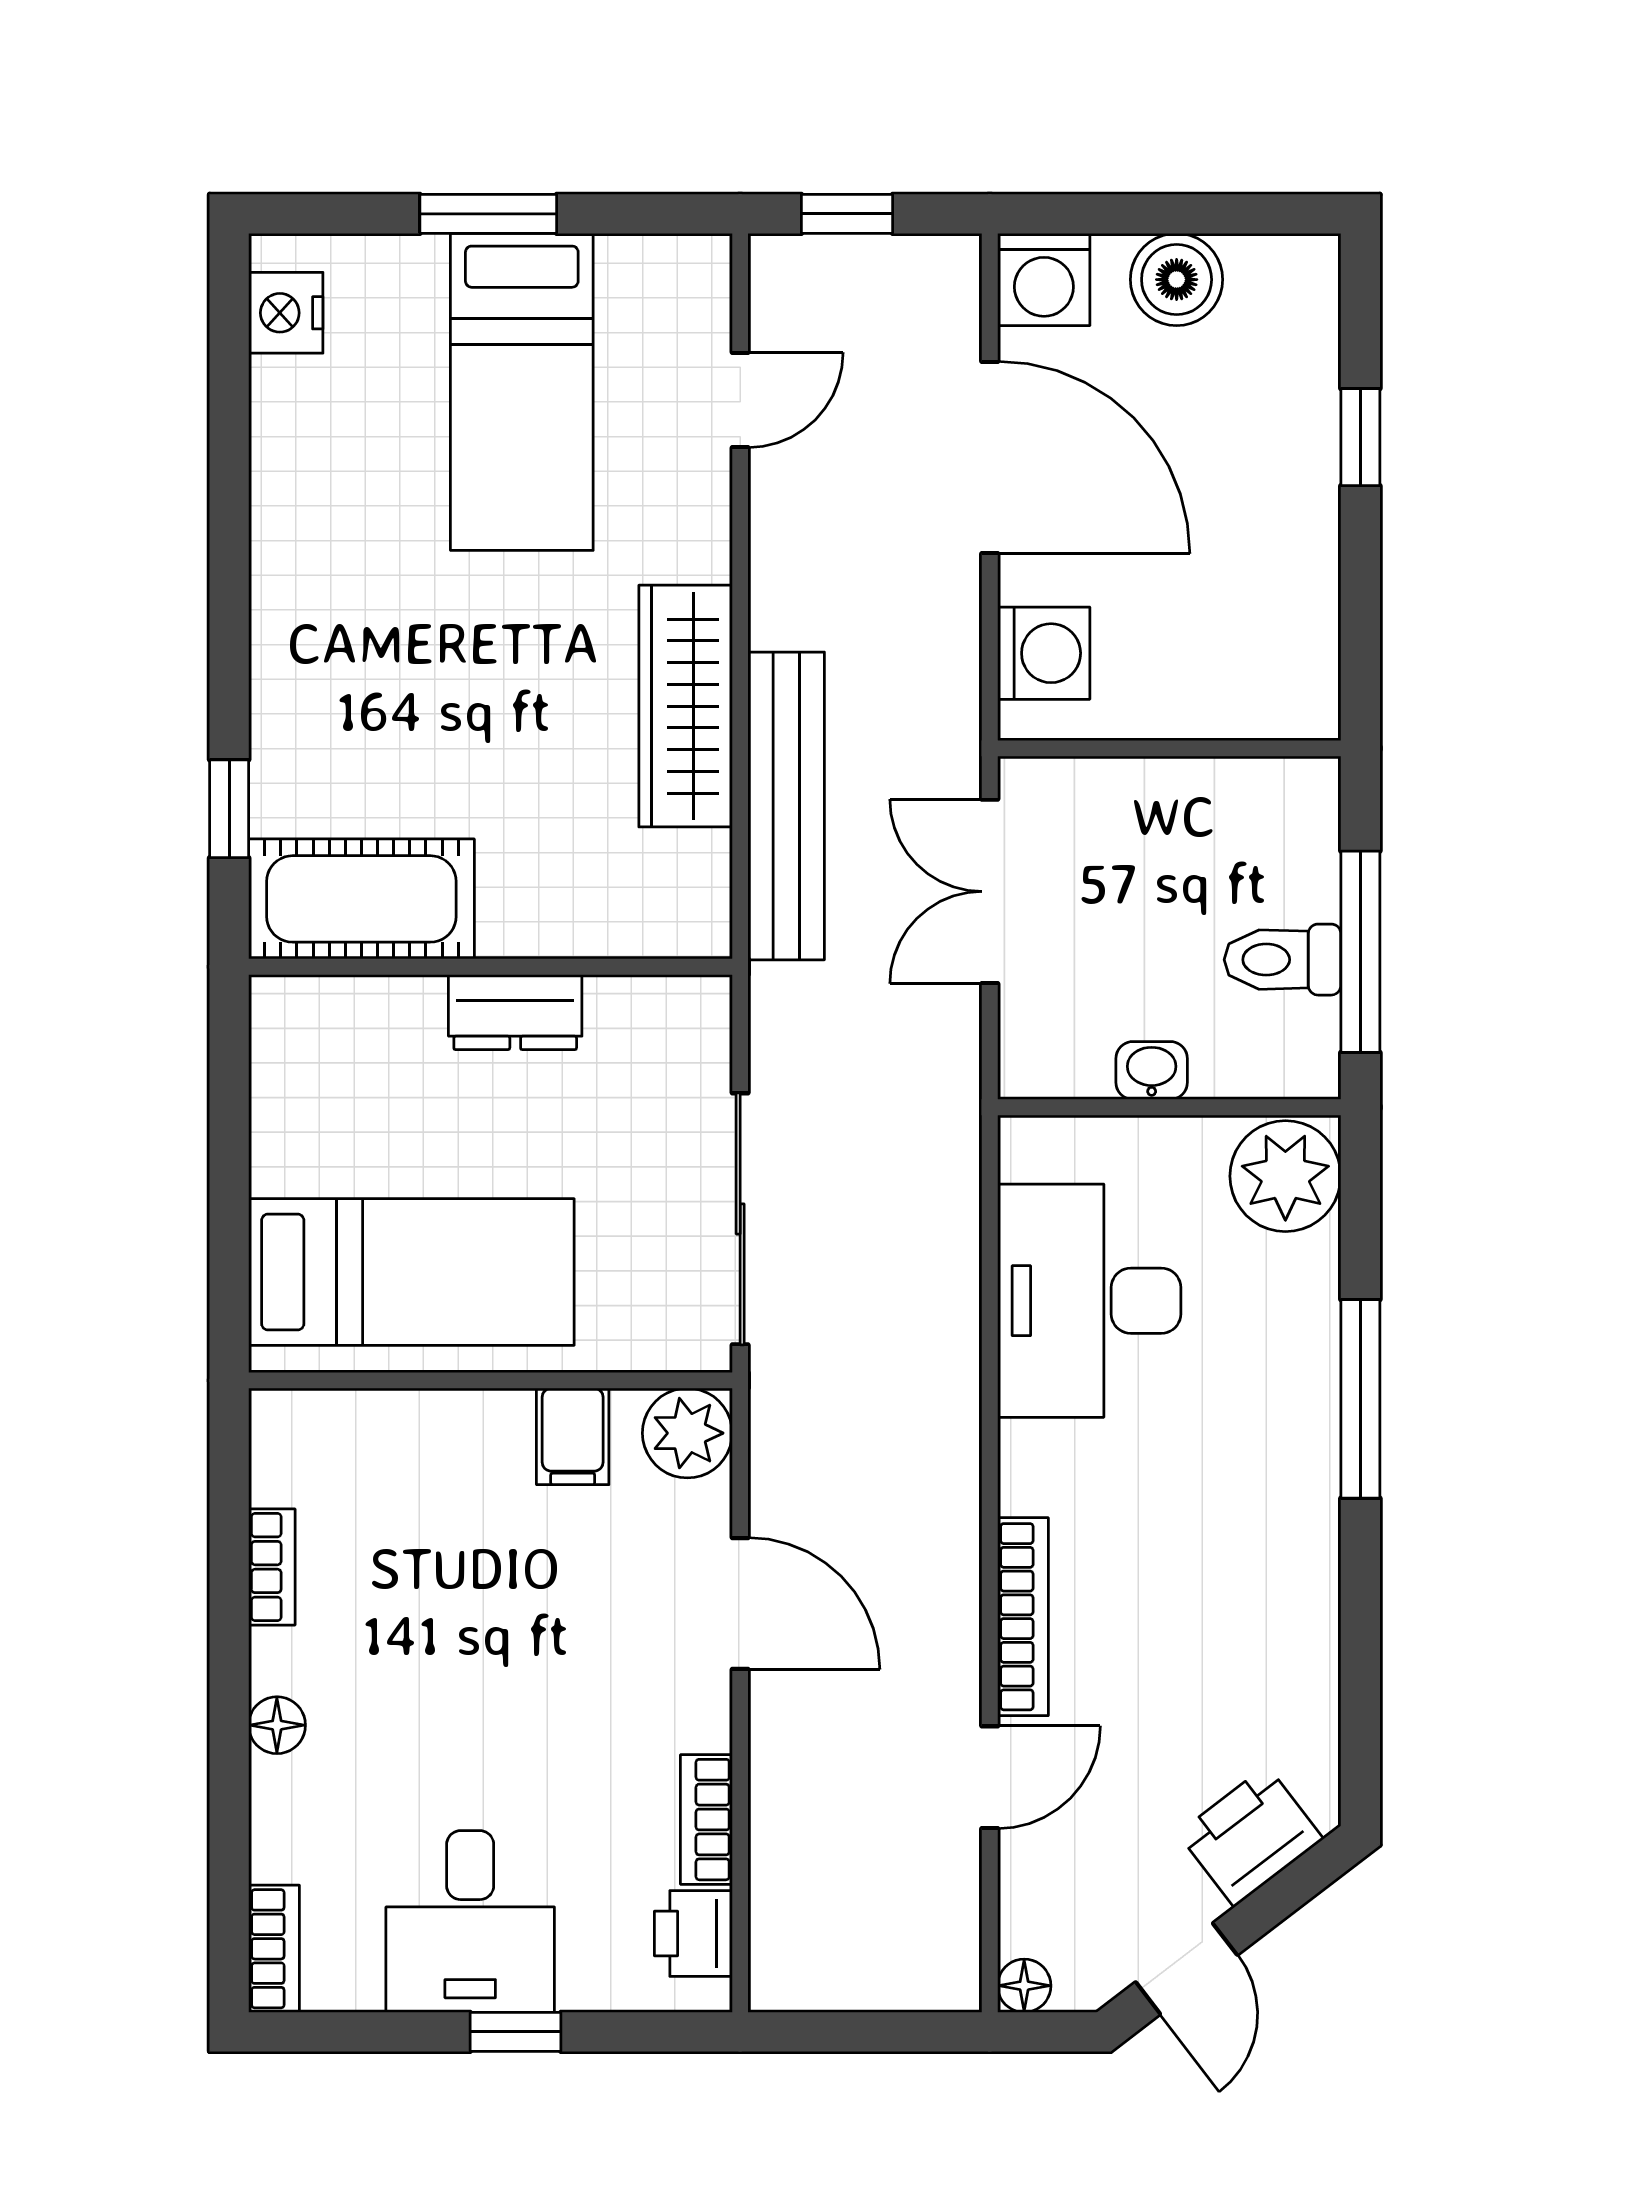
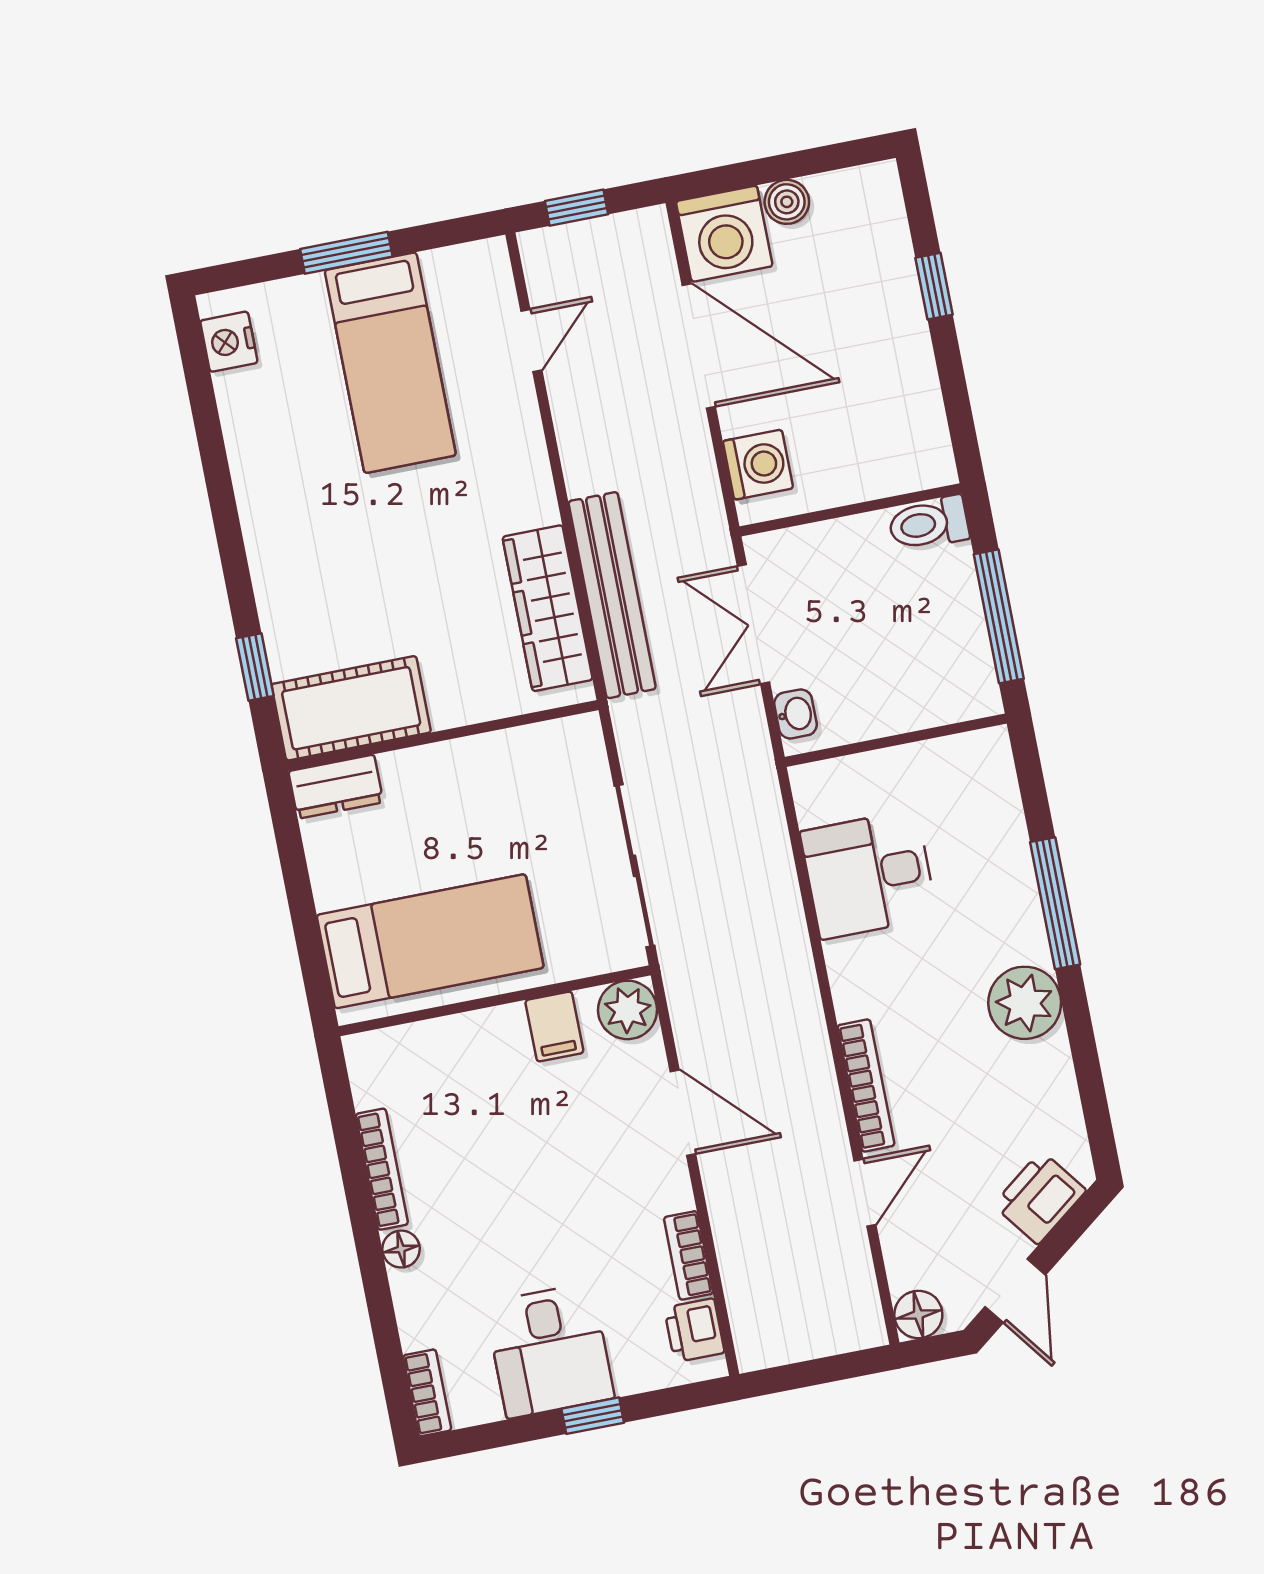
washing machine: (1044, 279) -> (724, 234), width x1.37, depth x1.37
boiler: (1177, 280) -> (787, 202), width x0.73, depth x0.73
wardrobe: (686, 706) -> (548, 608), moved
toilet: (1283, 960) -> (929, 523), moved
dresser: (515, 1012) -> (336, 787), moved
washbasin: (1152, 1070) -> (795, 714), moved, turned 90
plant: (1285, 1176) -> (1025, 1003), moved
desk: (1089, 1301) -> (869, 874), width x0.73
bookcase: (272, 1567) -> (382, 1169), width x1.56
floor lamp: (1024, 1986) -> (918, 1314), width x1.37, depth x1.37

